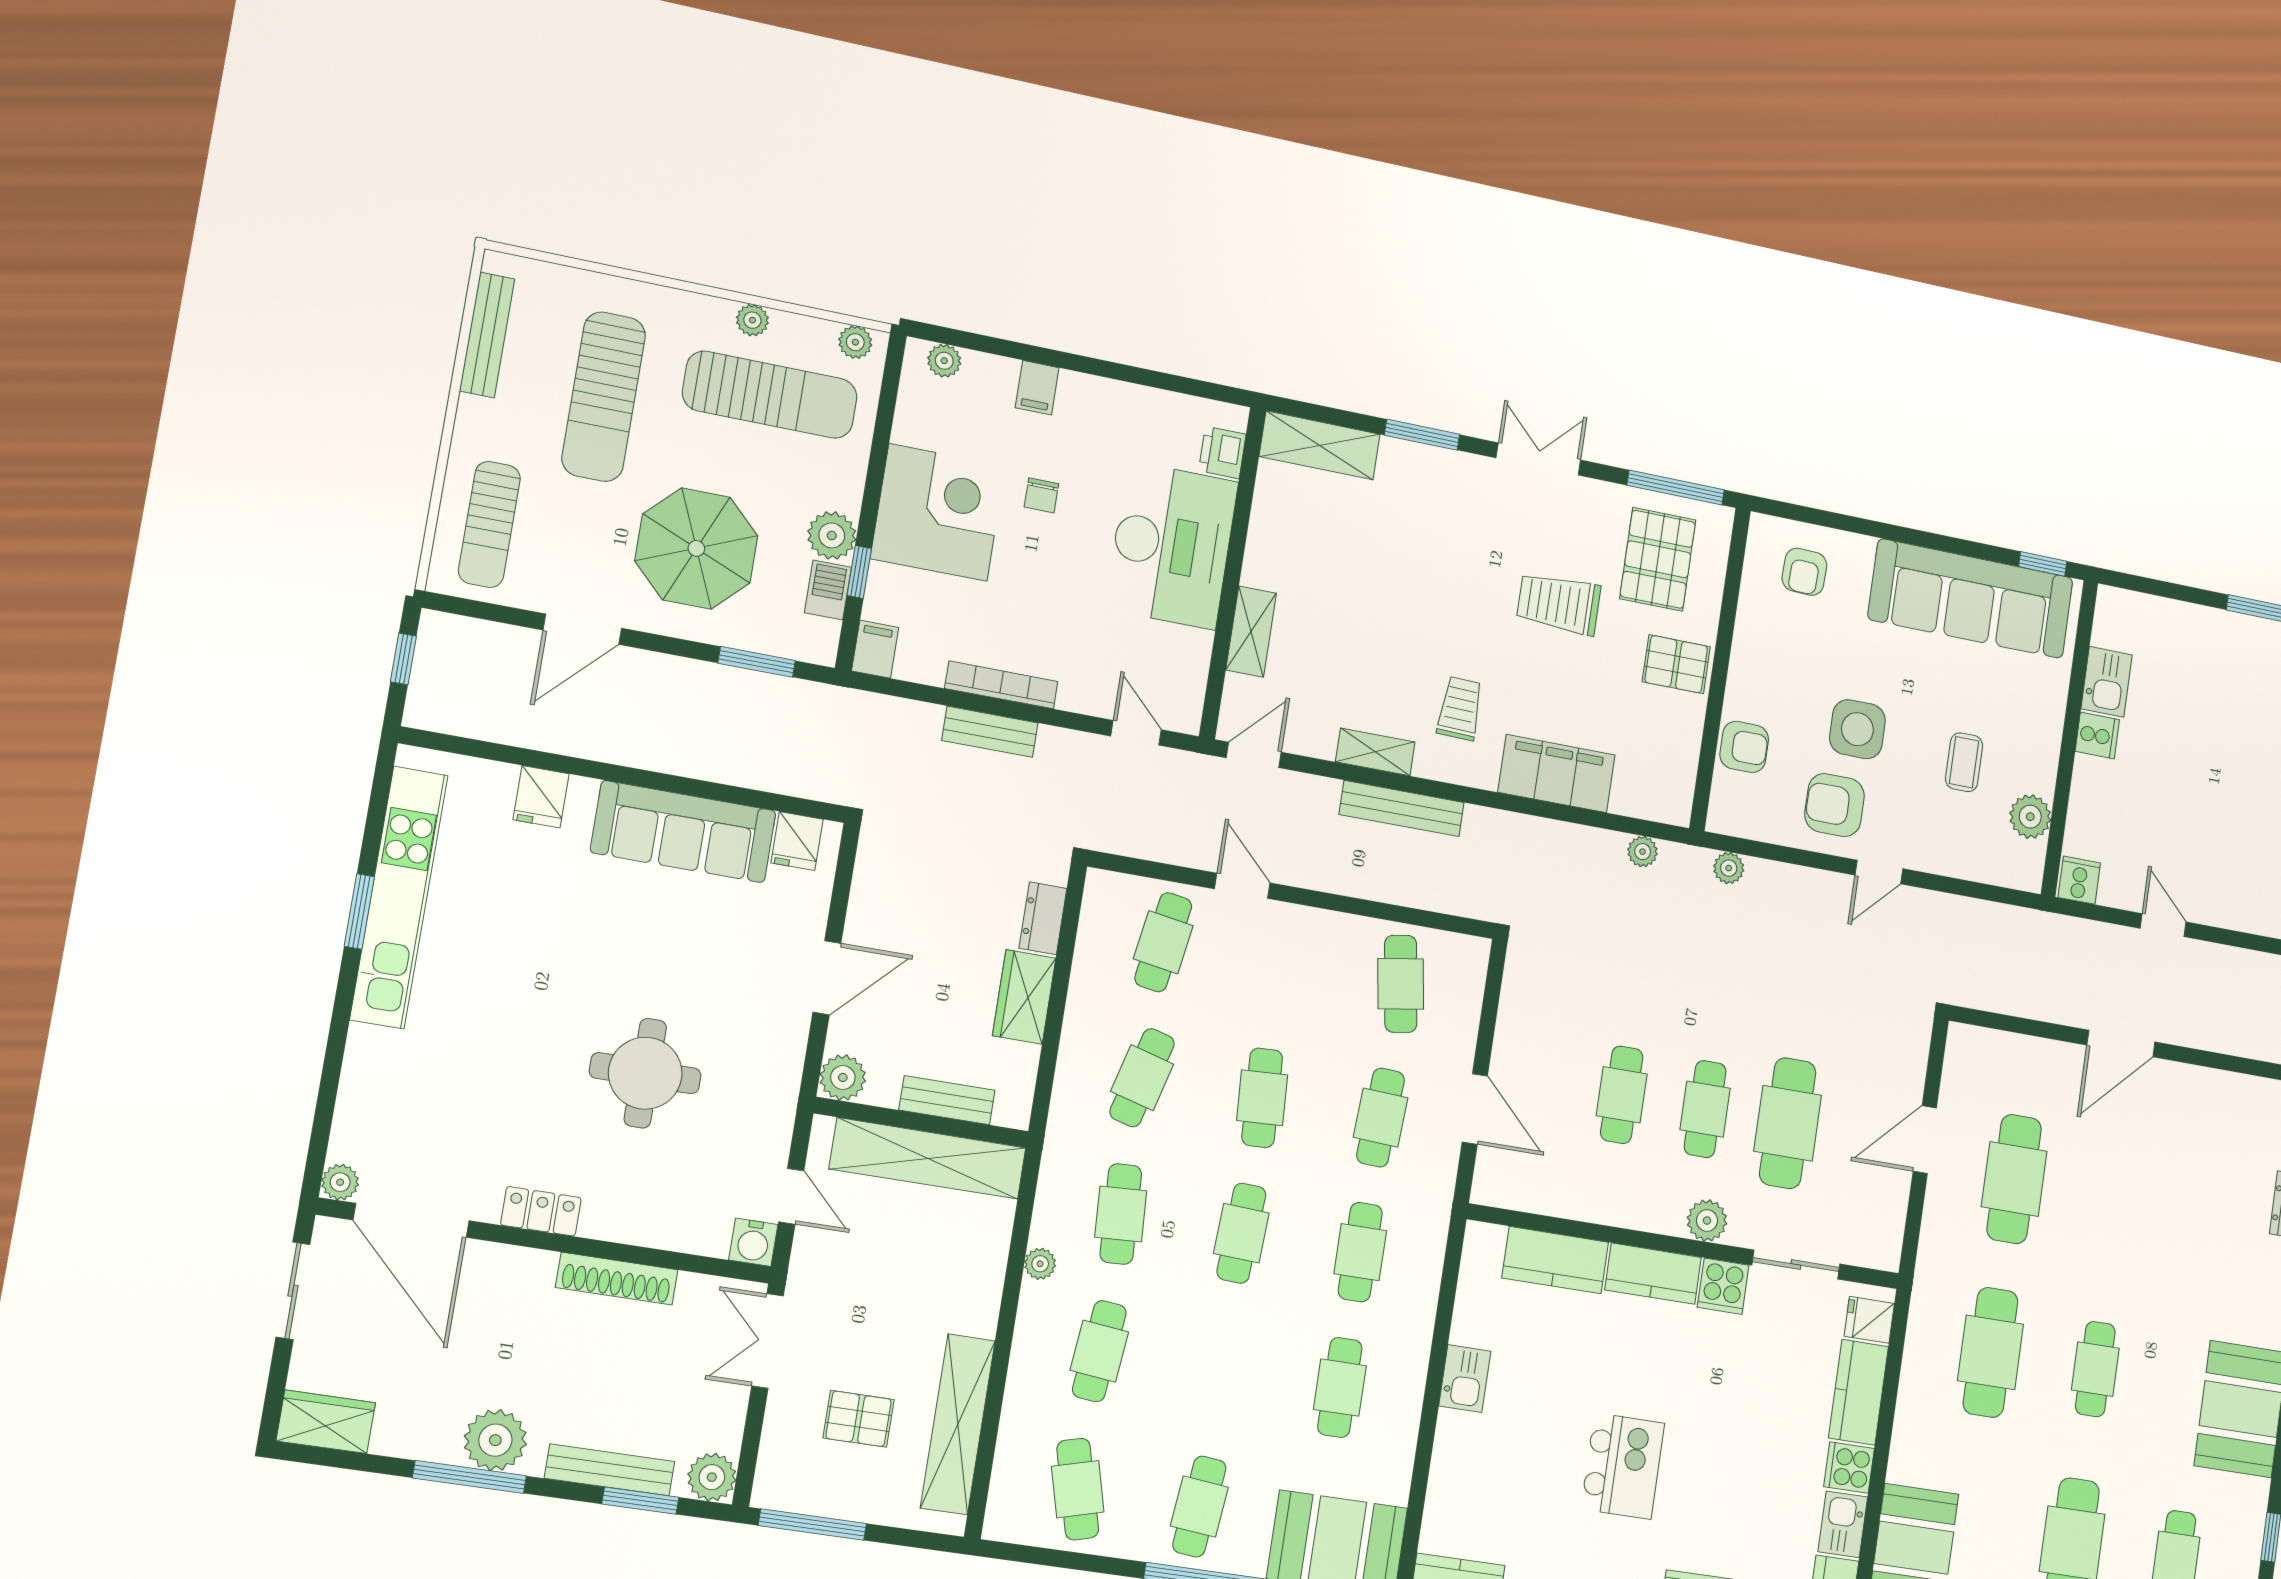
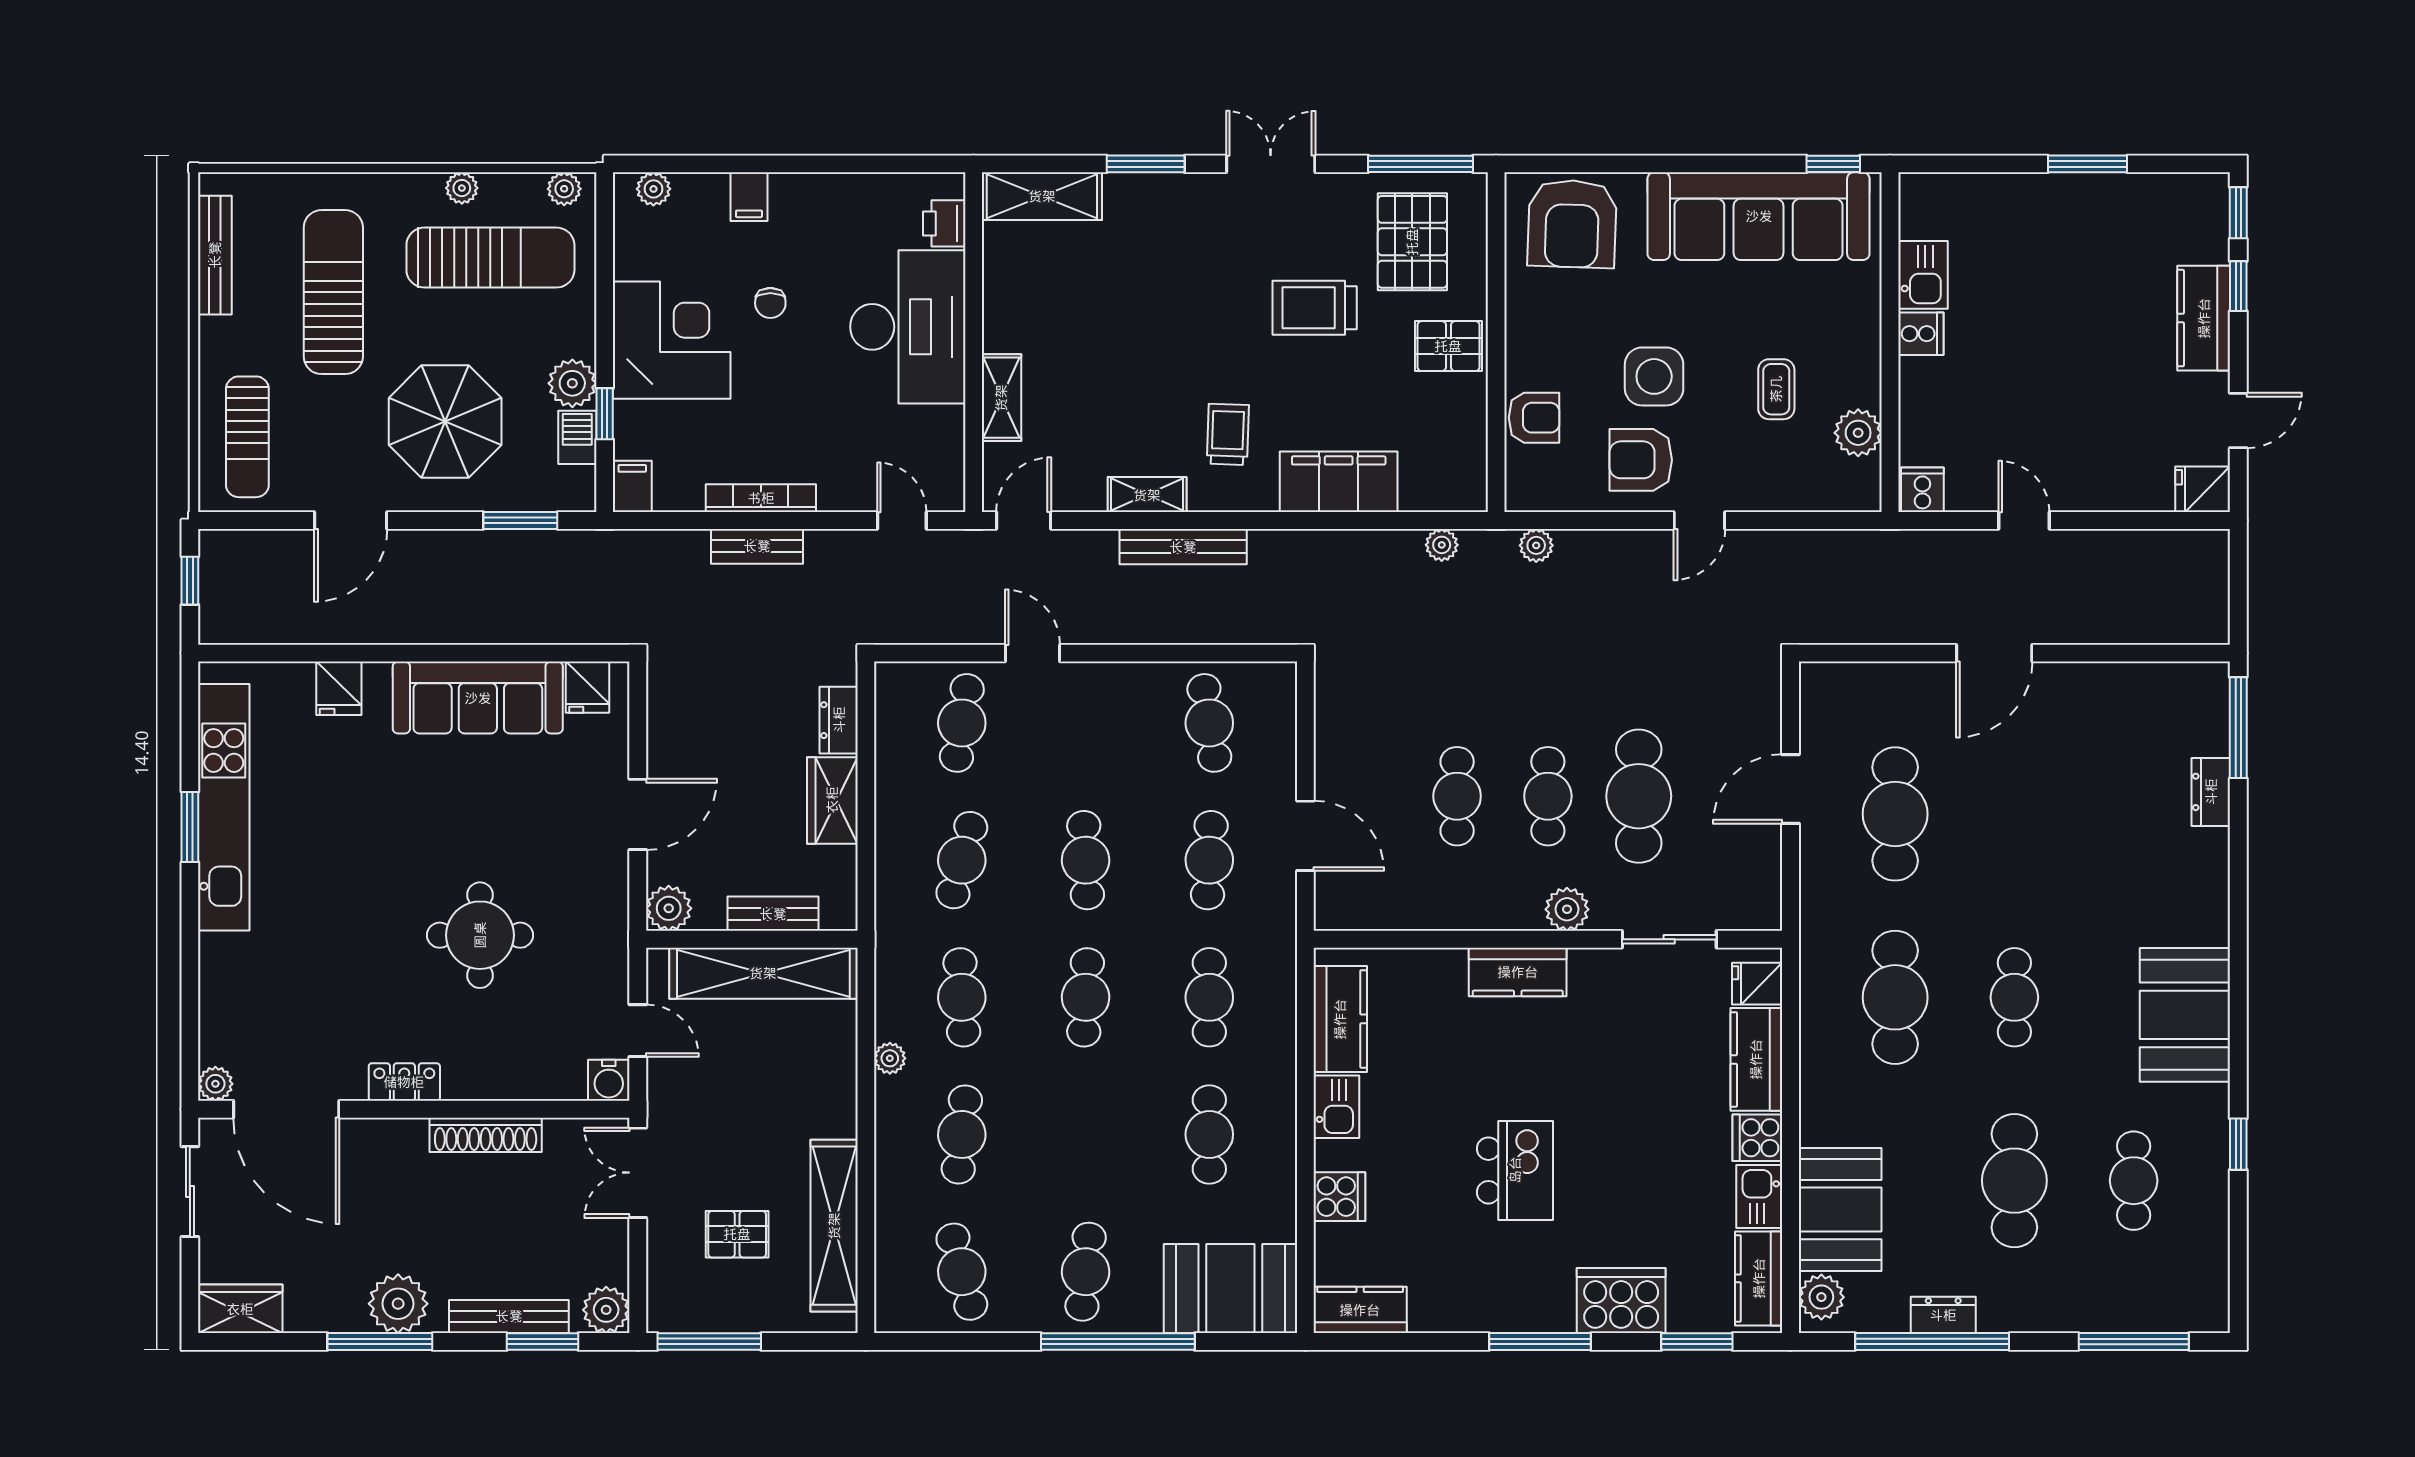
sun lounger: (604, 397) -> (333, 292), turned 180
armchair: (1804, 572) -> (1572, 224), width x1.88, depth x1.88
kitchen counter: (1555, 1260) -> (1340, 1019), moved, turned -90
cooker: (1723, 1286) -> (1339, 1197), moved, turned -90

